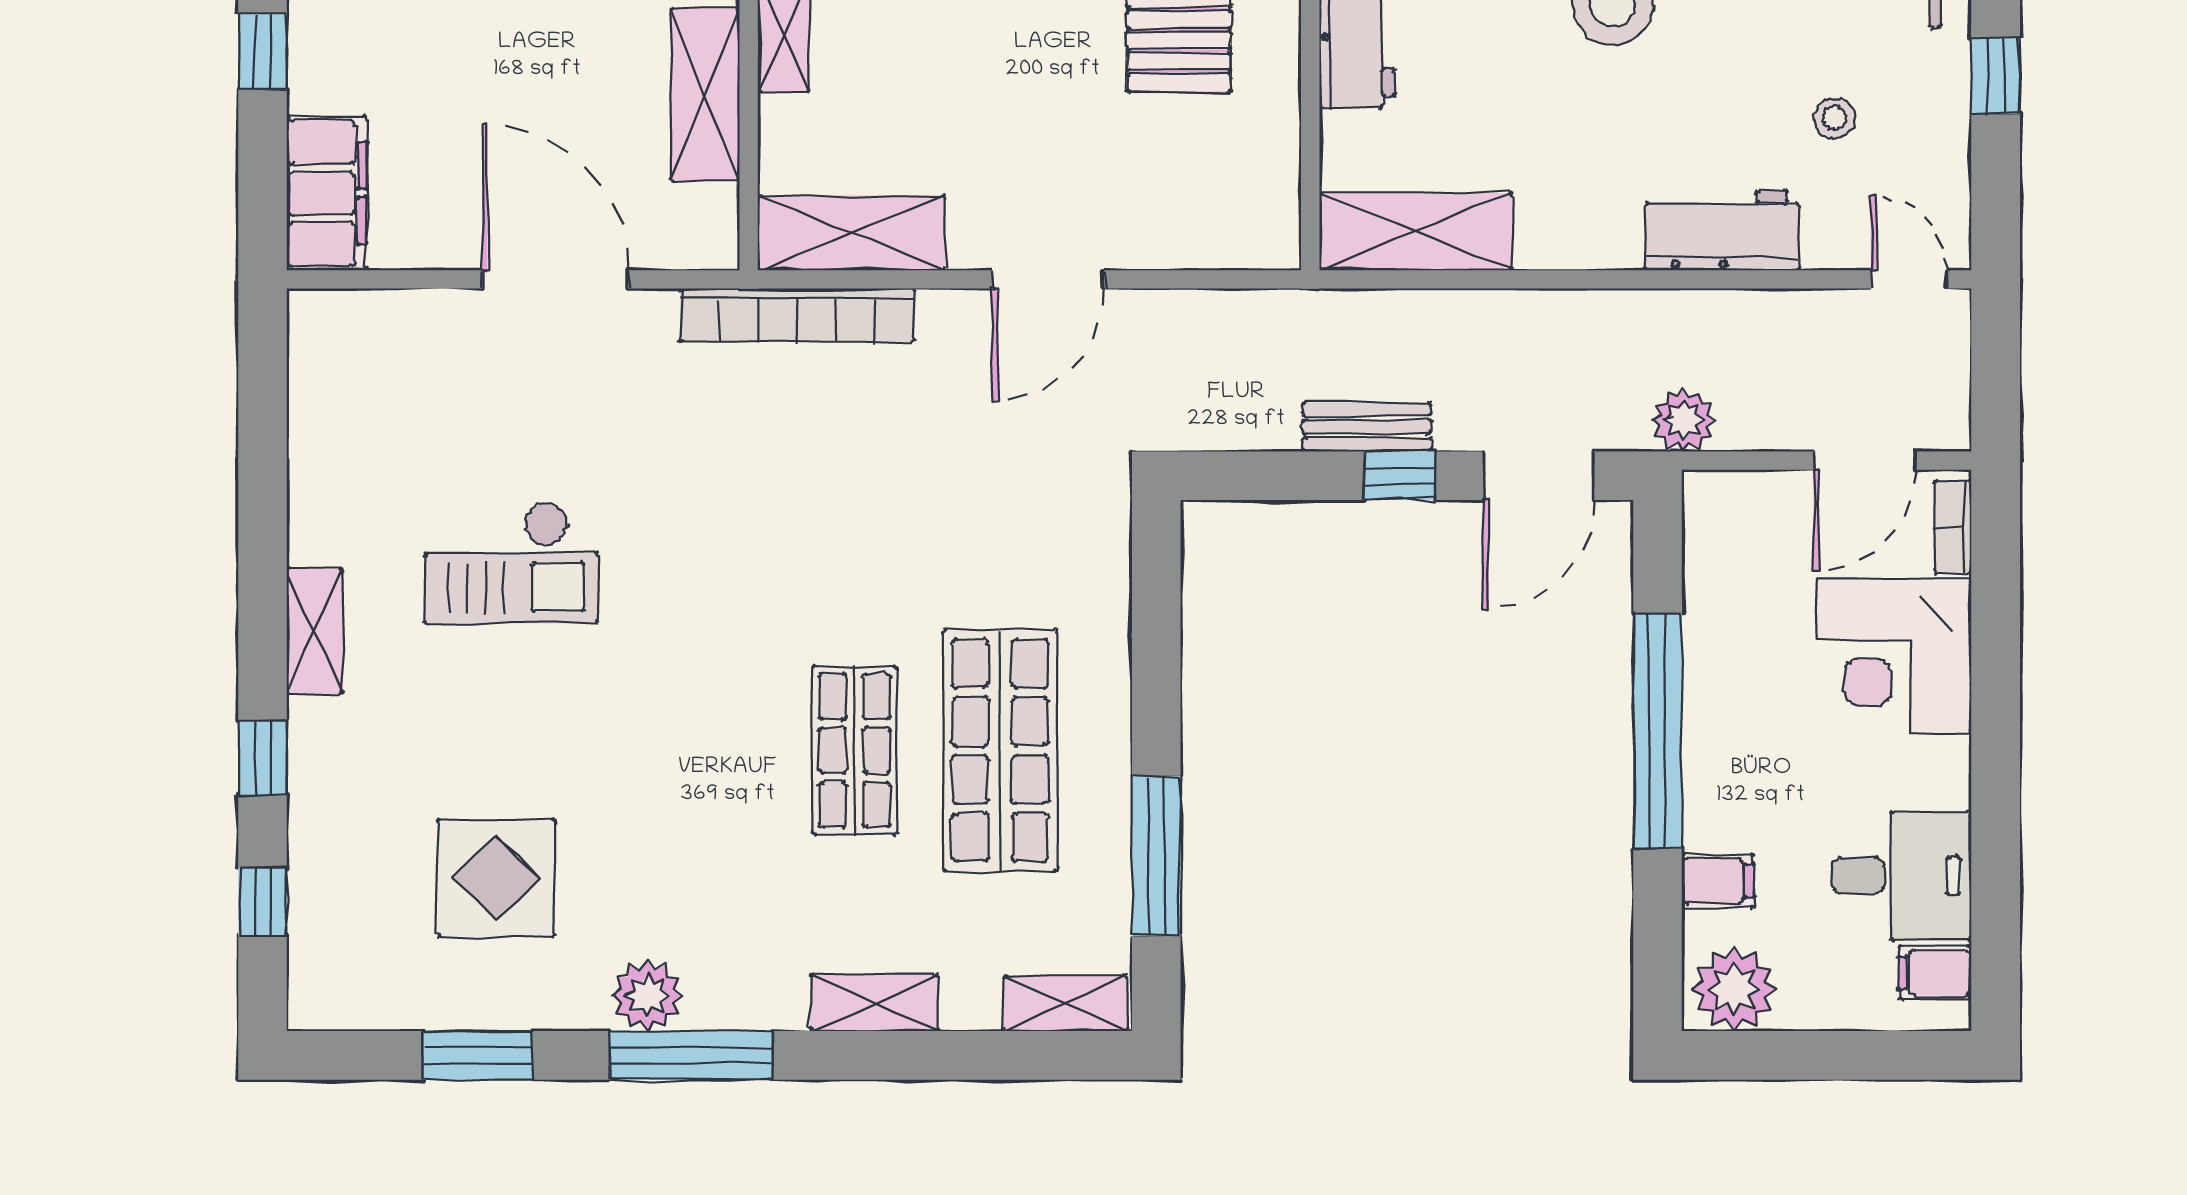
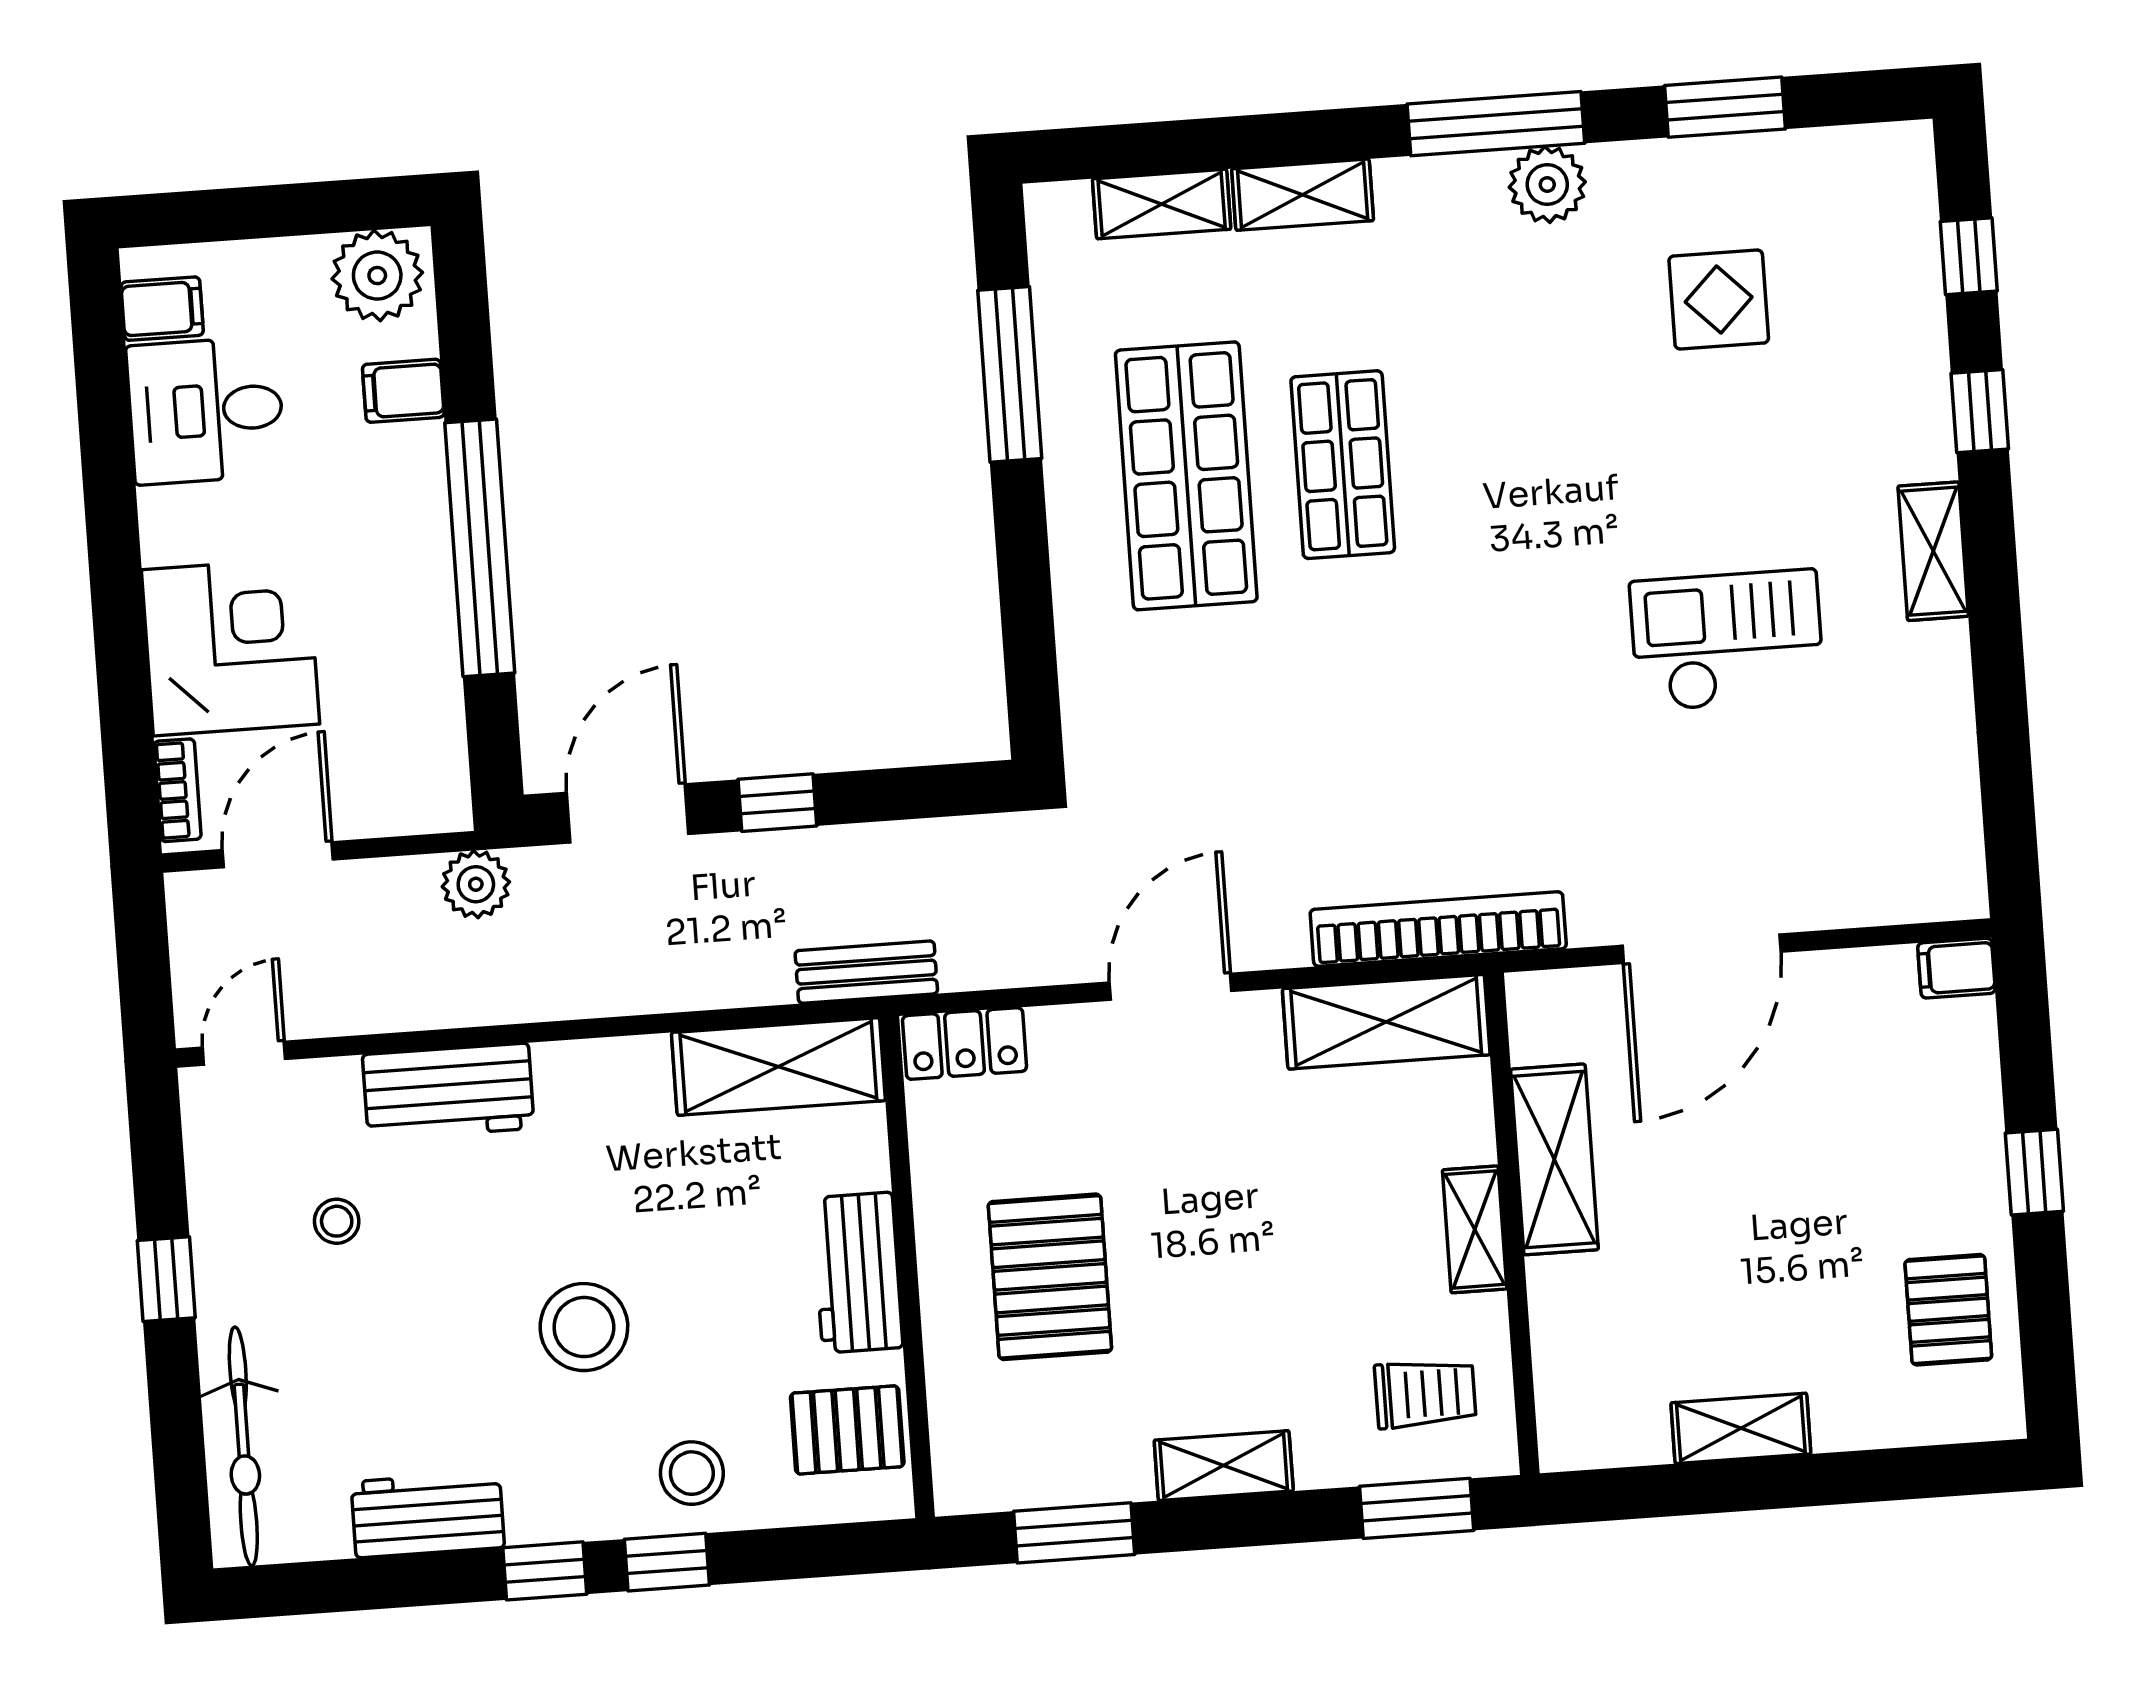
filing cabinet: (327, 193) -> (1956, 968), width x0.33, depth x0.86
locker: (1242, 241) -> (965, 1044), added
door: (555, 279) -> (1702, 949), hinge flipped
door: (1909, 279) -> (244, 1053), swing flipped
bench: (1367, 427) -> (866, 972), moved
display table: (496, 878) -> (1719, 299), width x0.73, depth x0.73
shelving: (1065, 1003) -> (1162, 204), moved

